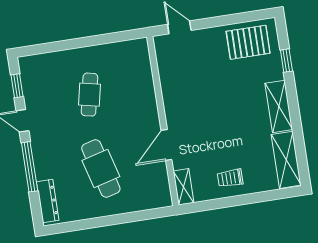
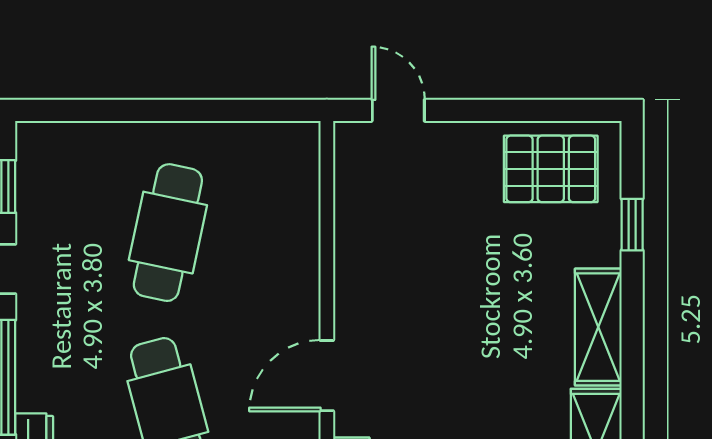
cafe table: (89, 95) -> (168, 233), width x1.37, depth x1.35

